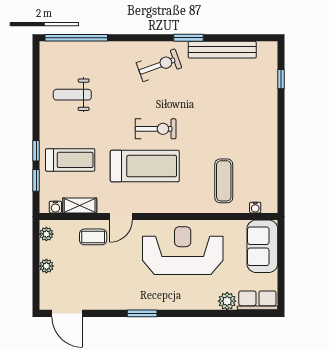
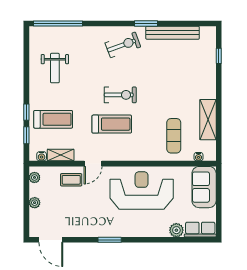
weight bench: (72, 95) -> (55, 68), turned -90
shelving: (267, 160) -> (208, 120), added
treadmill: (145, 166) -> (112, 124), width x0.73, depth x0.73

